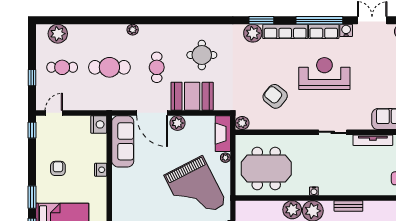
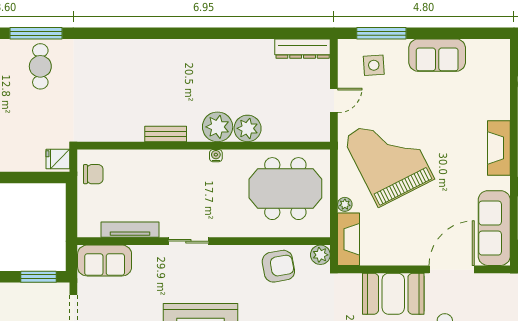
armchair: (275, 96) -> (278, 266), moved, turned -49
door: (152, 113) -> (452, 269), hinge flipped
plant: (178, 123) -> (415, 255), removed
fireplace: (120, 196) -> (499, 148), added

